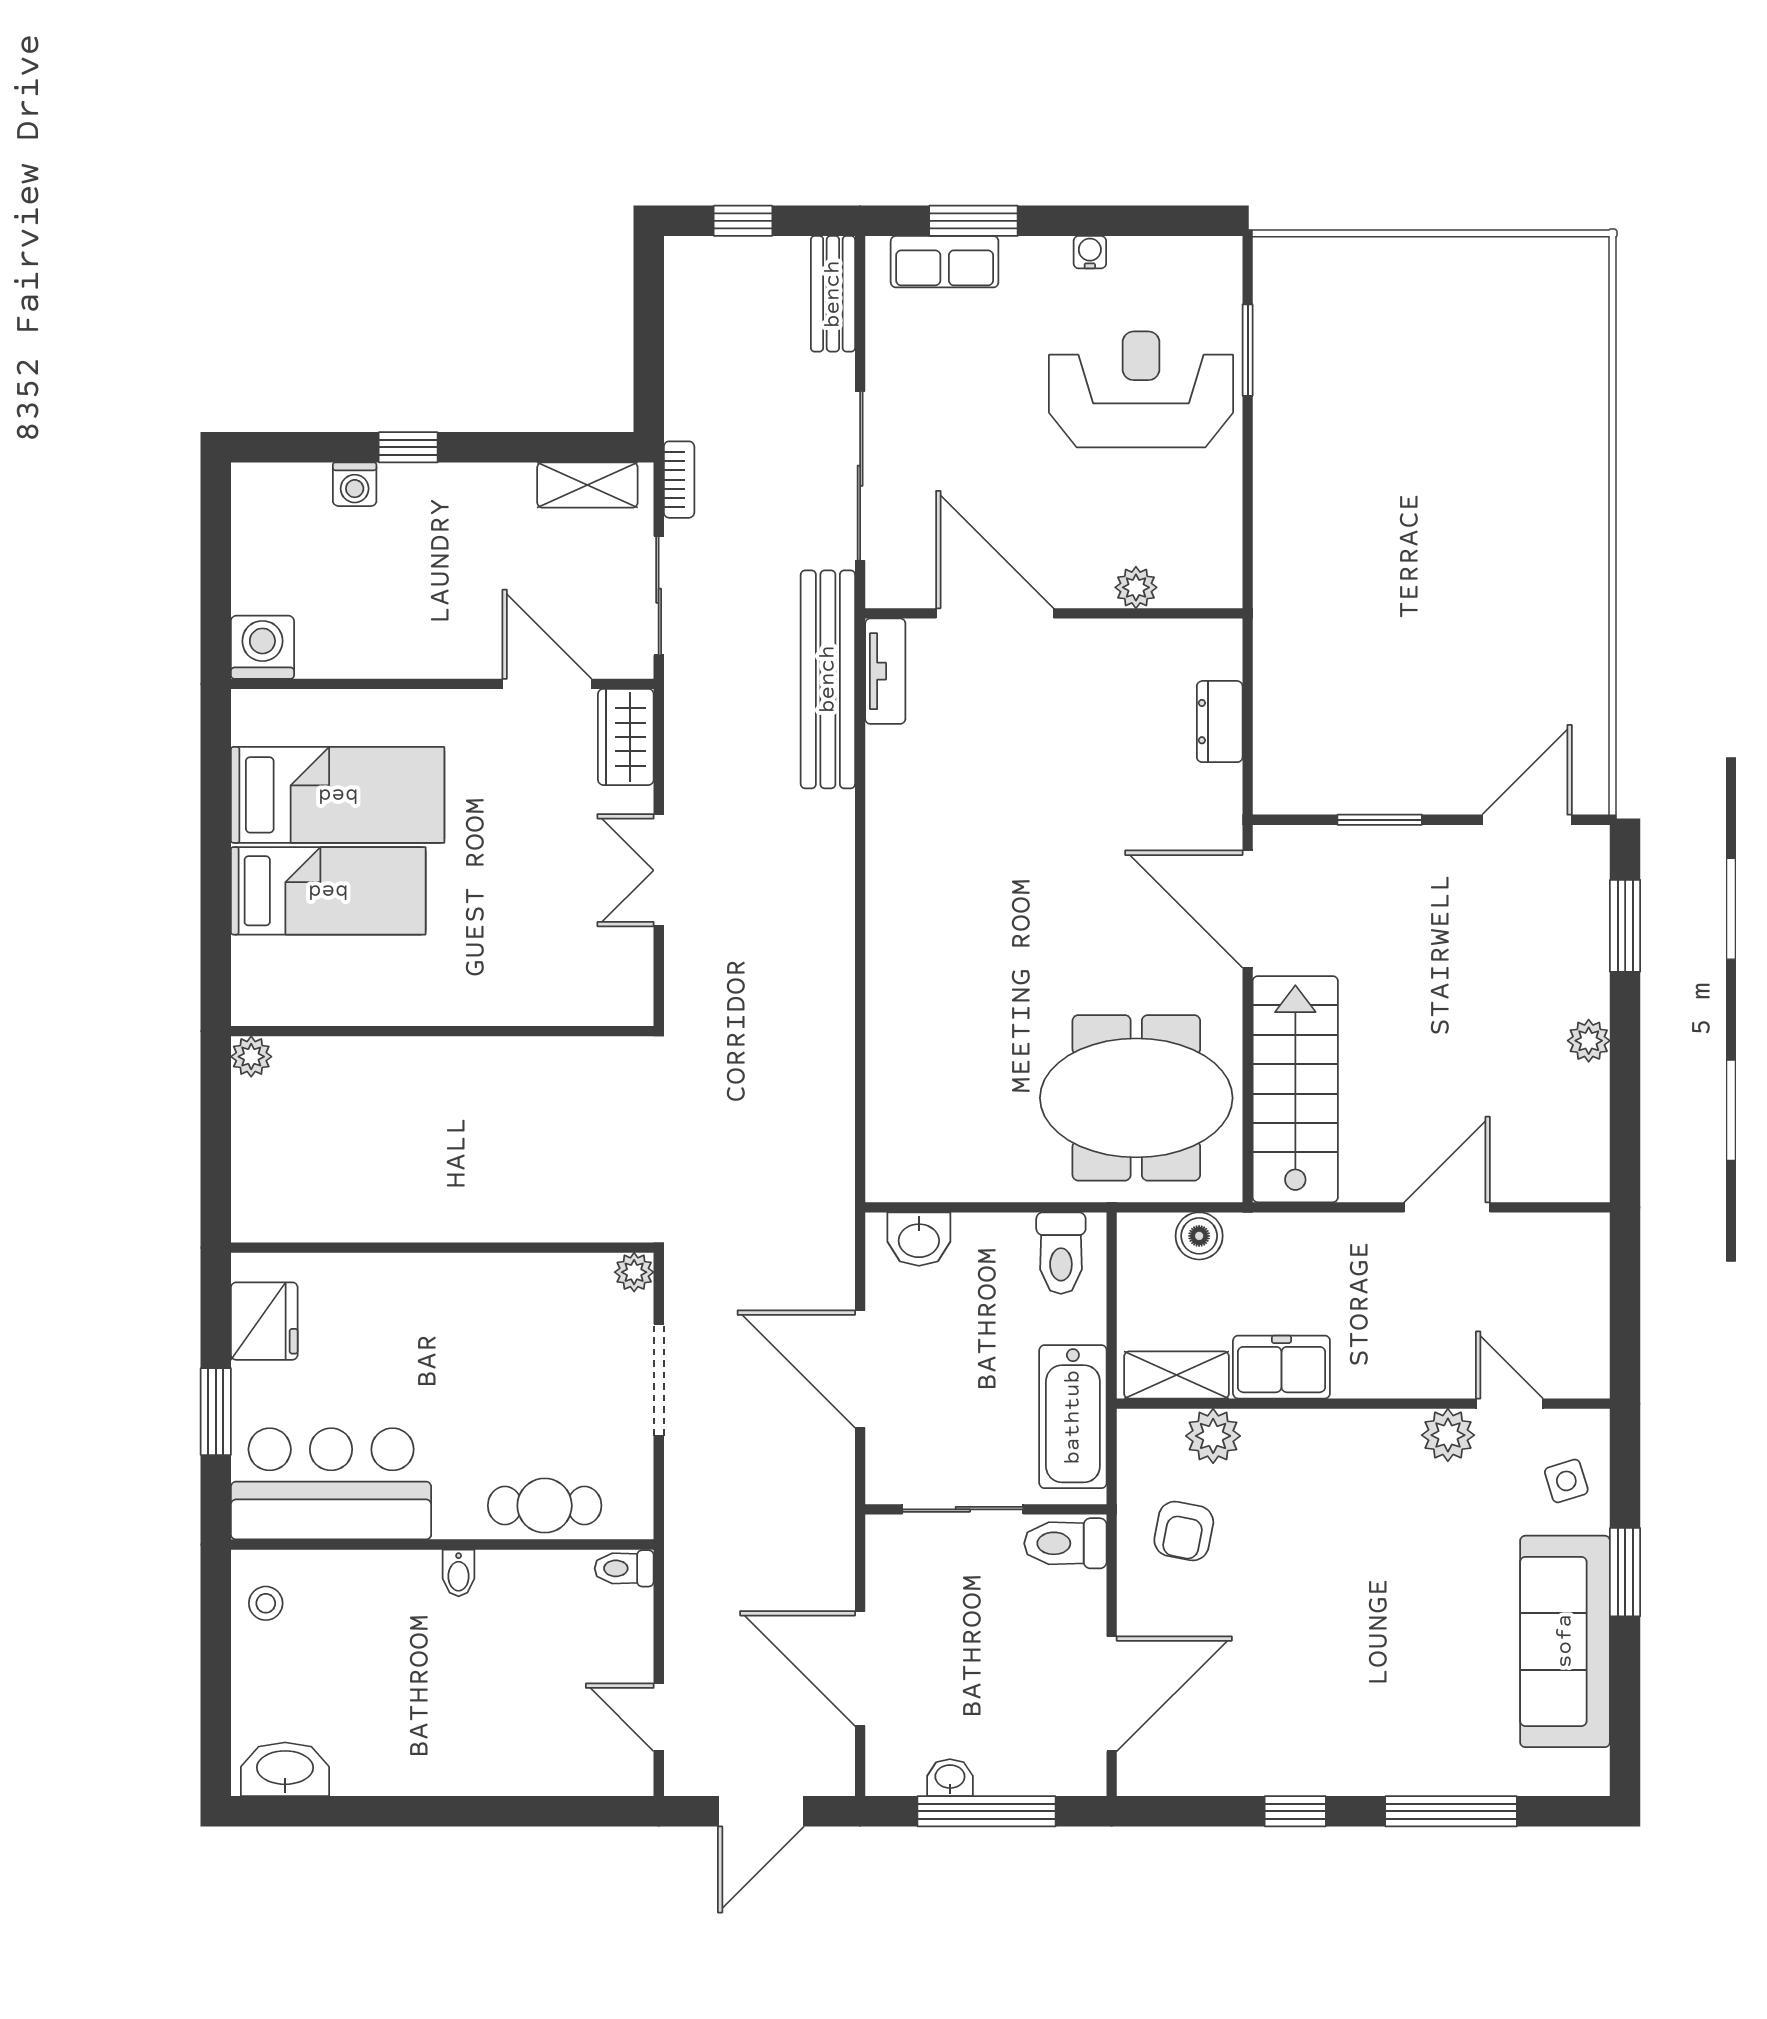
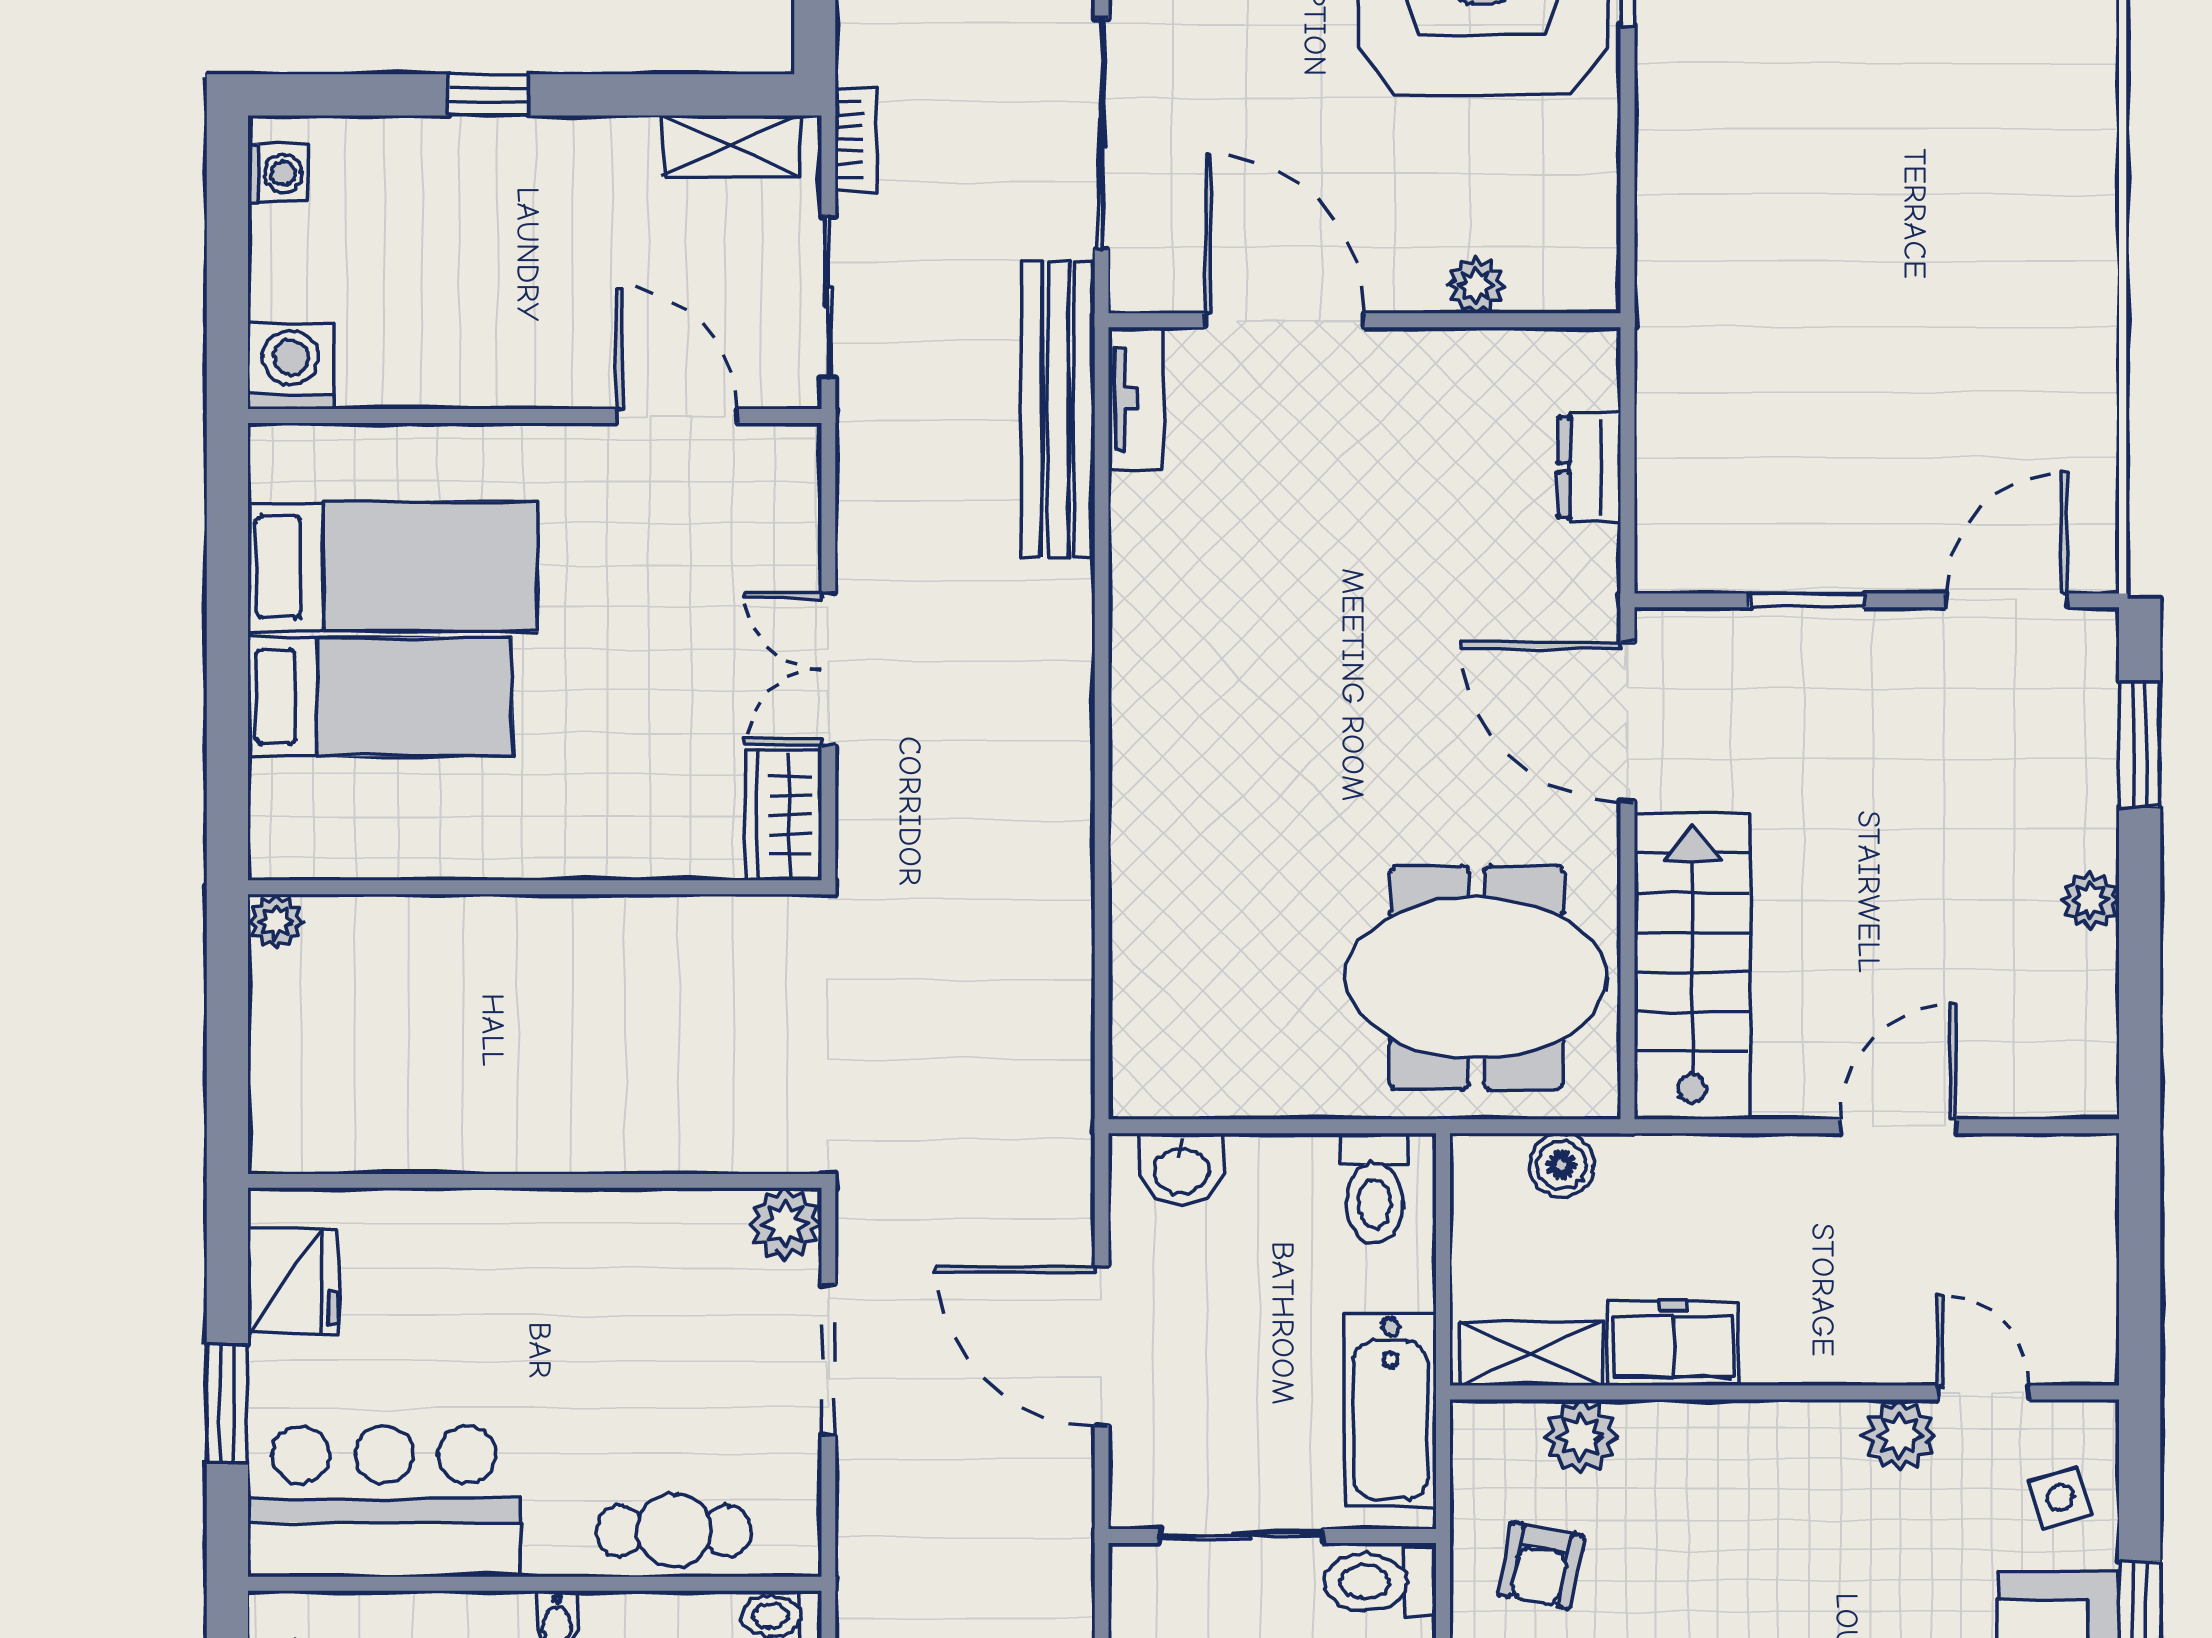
washing machine: (355, 484) -> (277, 173), moved, turned -90
wardrobe: (626, 737) -> (784, 815), moved
plant: (634, 1272) -> (785, 1224), width x1.38, depth x1.38

